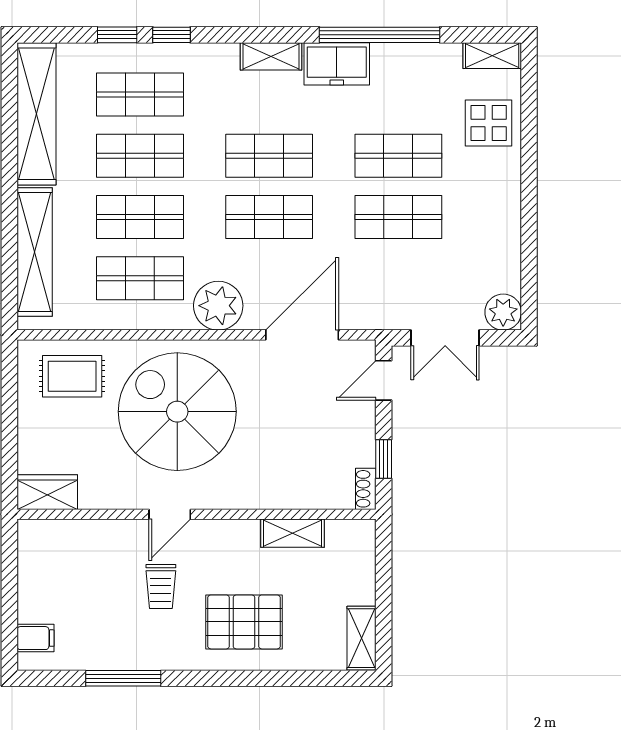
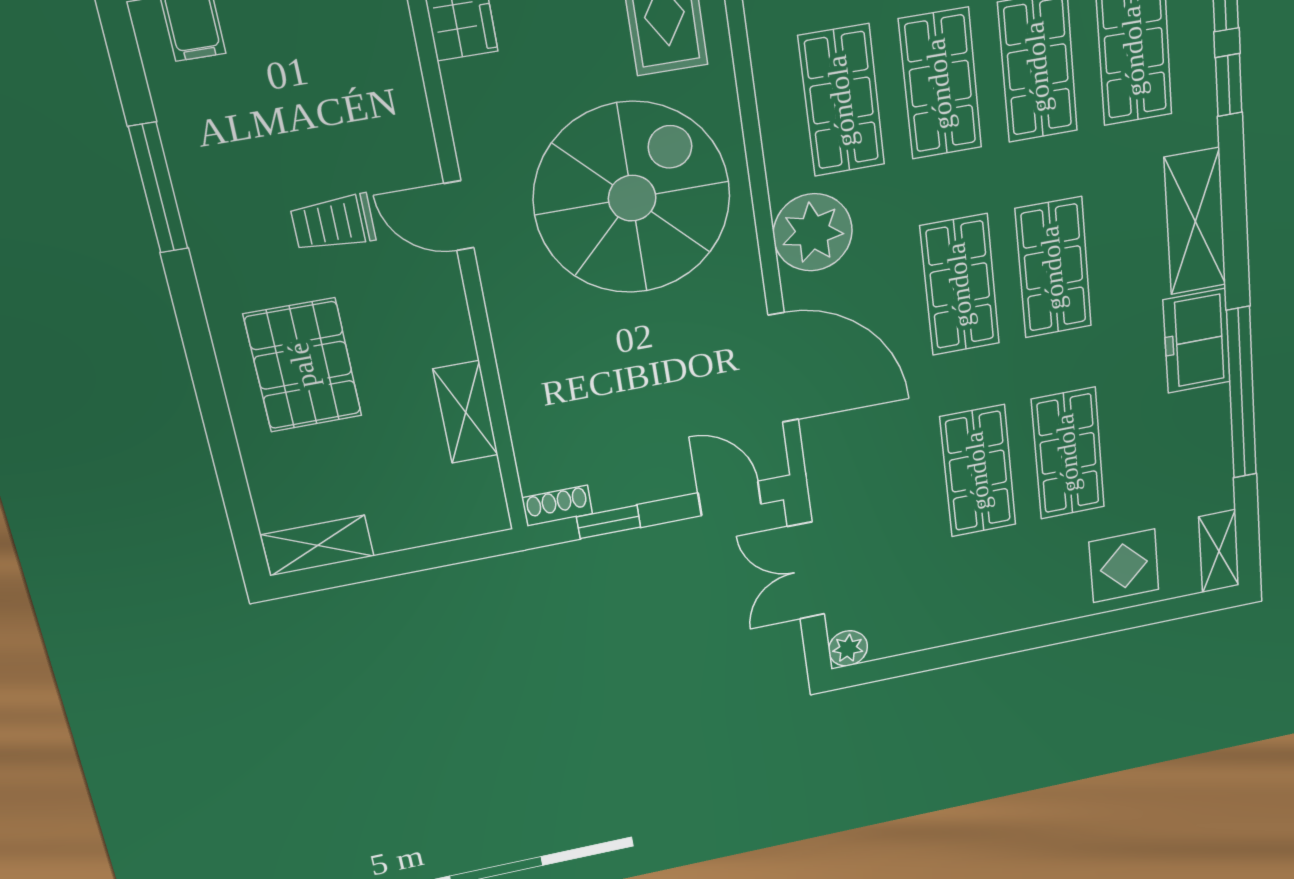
shelving: (271, 56) -> (1195, 221), width x1.50, depth x1.33
plant: (503, 312) -> (848, 648), width x0.73, depth x0.73

